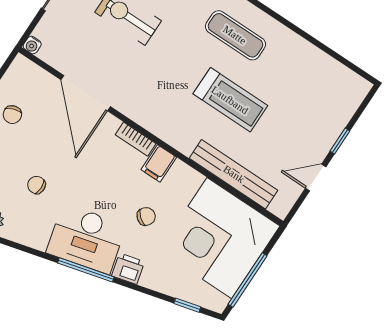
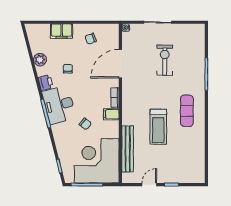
door: (316, 178) -> (149, 185), hinge flipped
printer: (128, 269) -> (46, 82), moved

